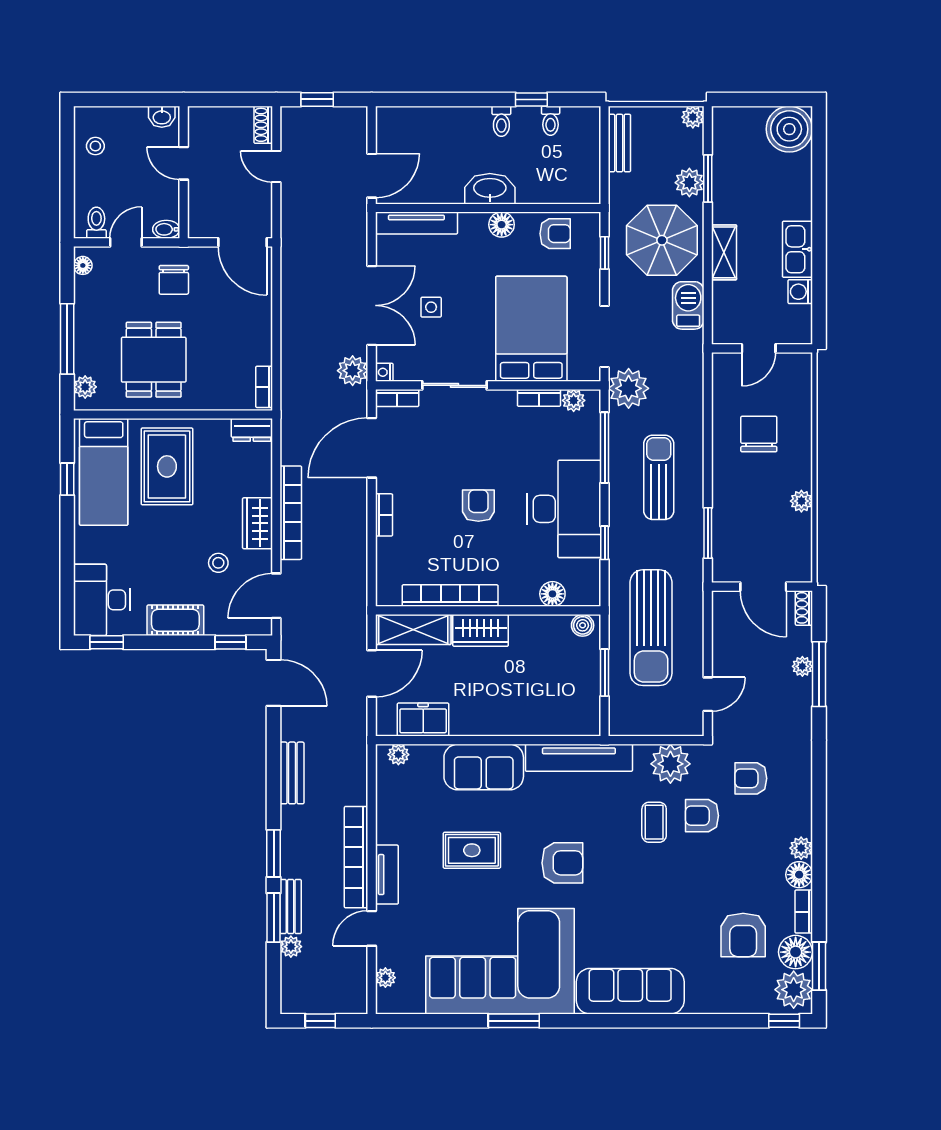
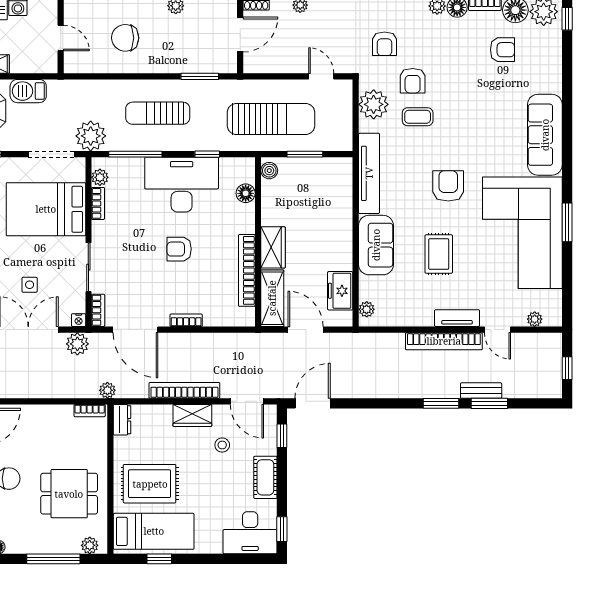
bench: (292, 773) -> (380, 389), removed
armchair: (743, 935) -> (502, 50), width x0.72, depth x0.72
plant: (291, 947) -> (107, 390), moved

